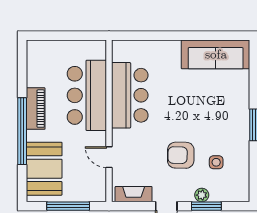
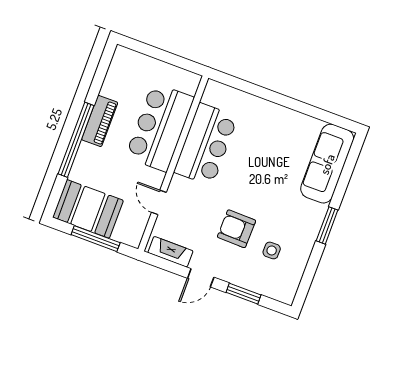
sofa: (216, 54) -> (327, 164), moved, turned 90
booth: (44, 169) -> (88, 209), moved, turned 90
plant: (202, 195) -> (243, 280), removed

